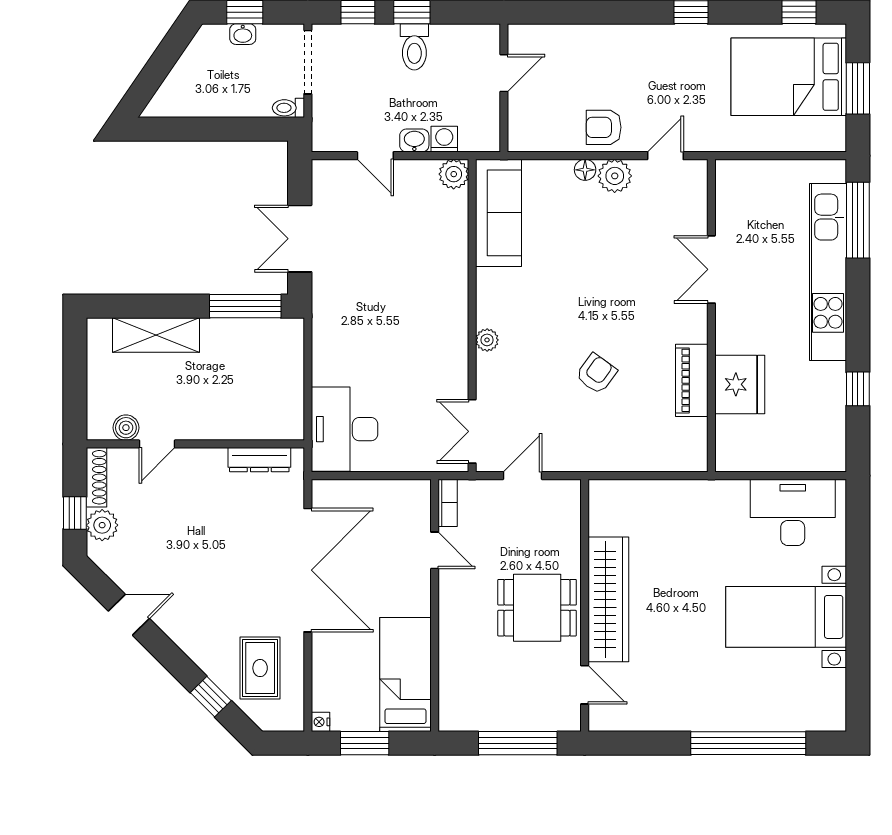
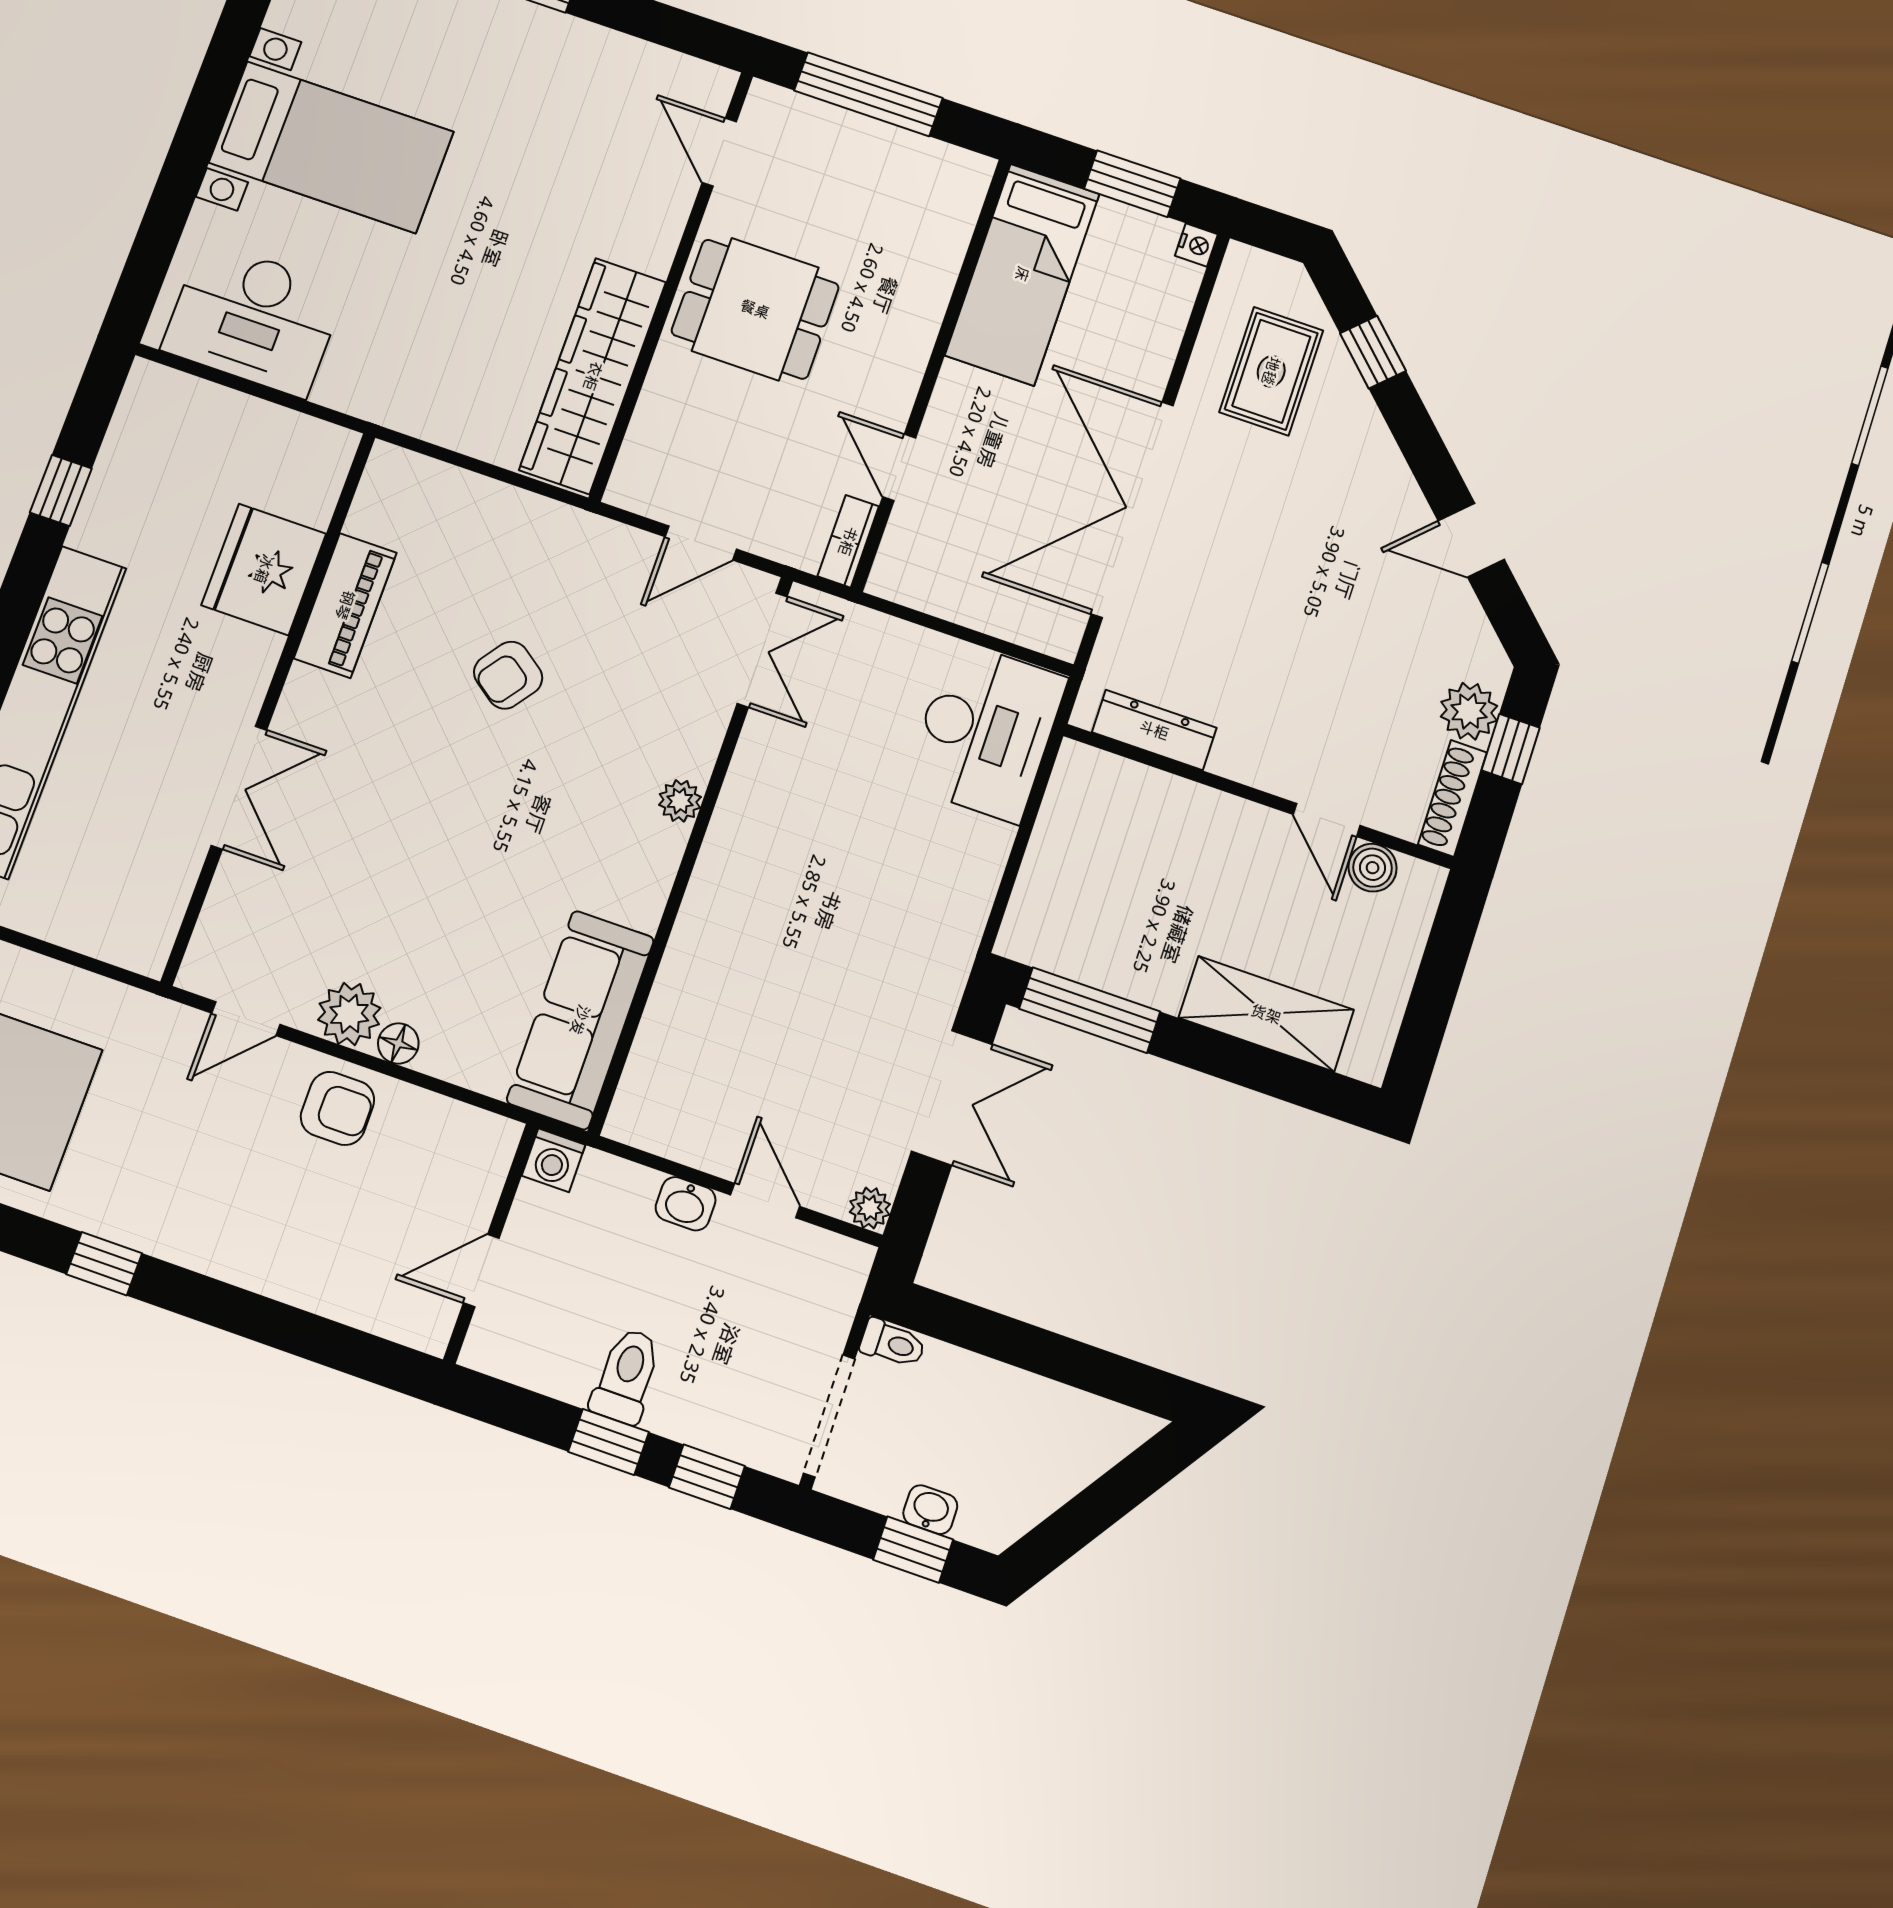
washing machine: (444, 139) -> (554, 1160), moved
plant: (454, 174) -> (870, 1208), moved, width x0.73, depth x0.73
door: (157, 444) -> (1326, 820), swing flipped
wardrobe: (608, 599) -> (593, 376), moved

